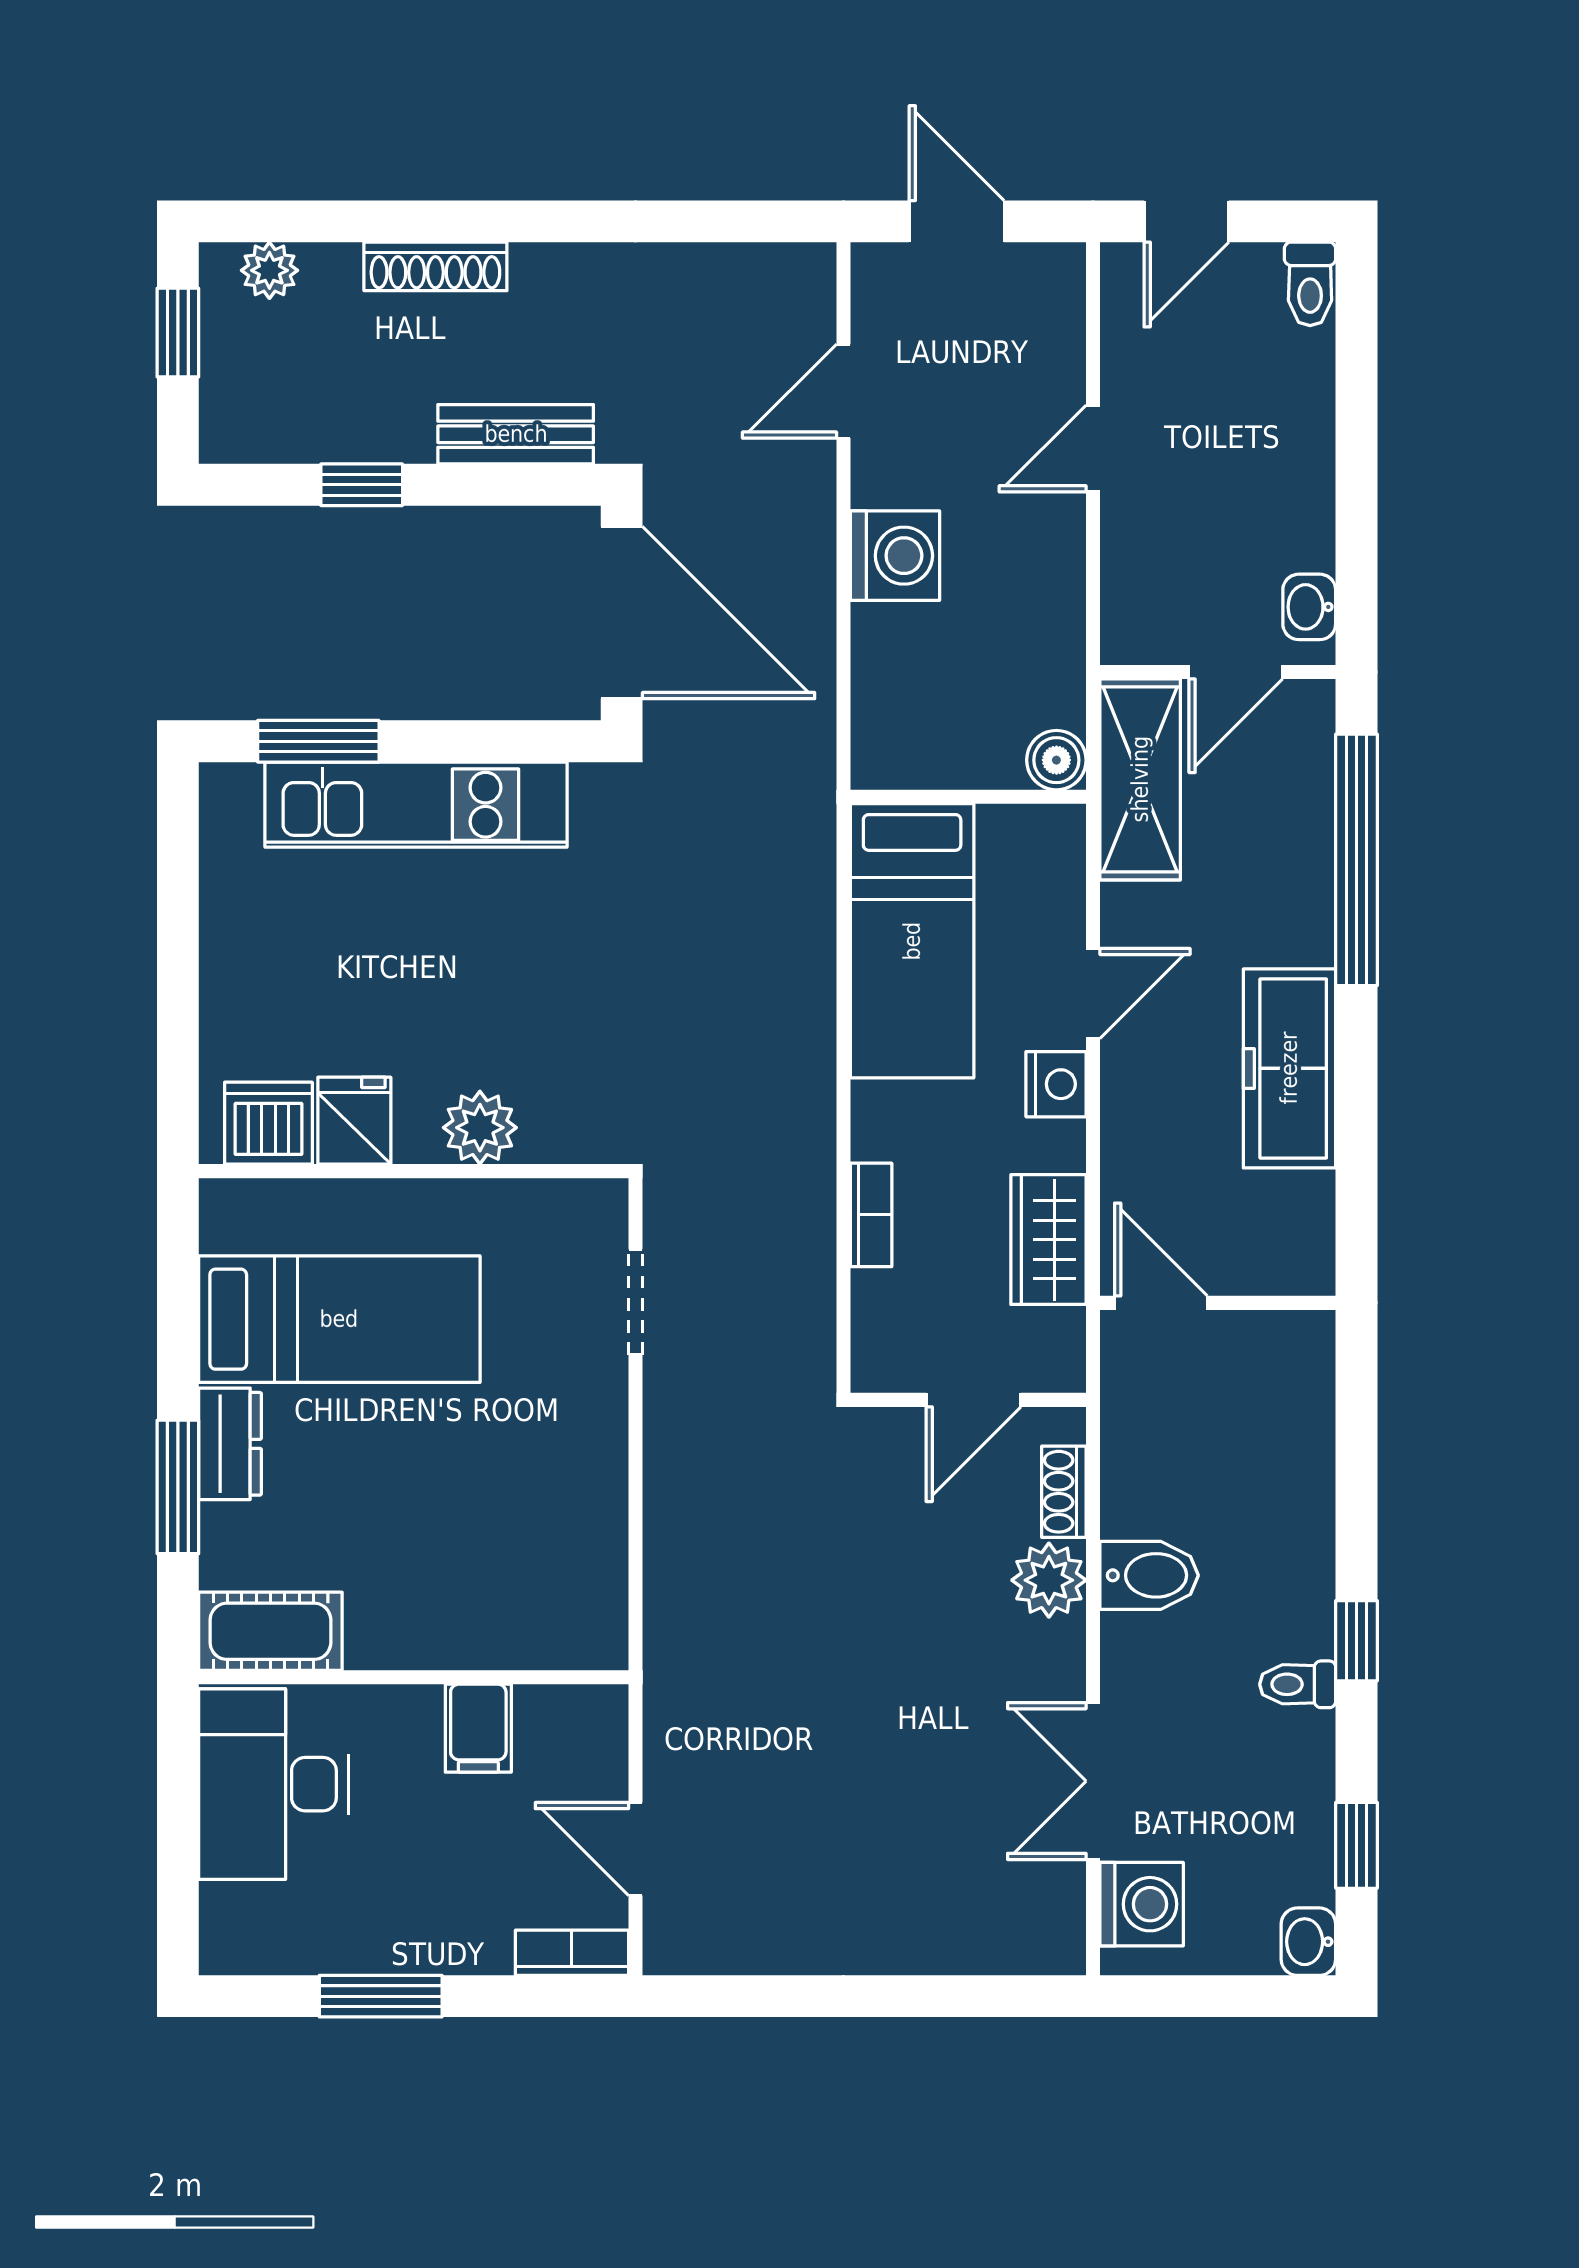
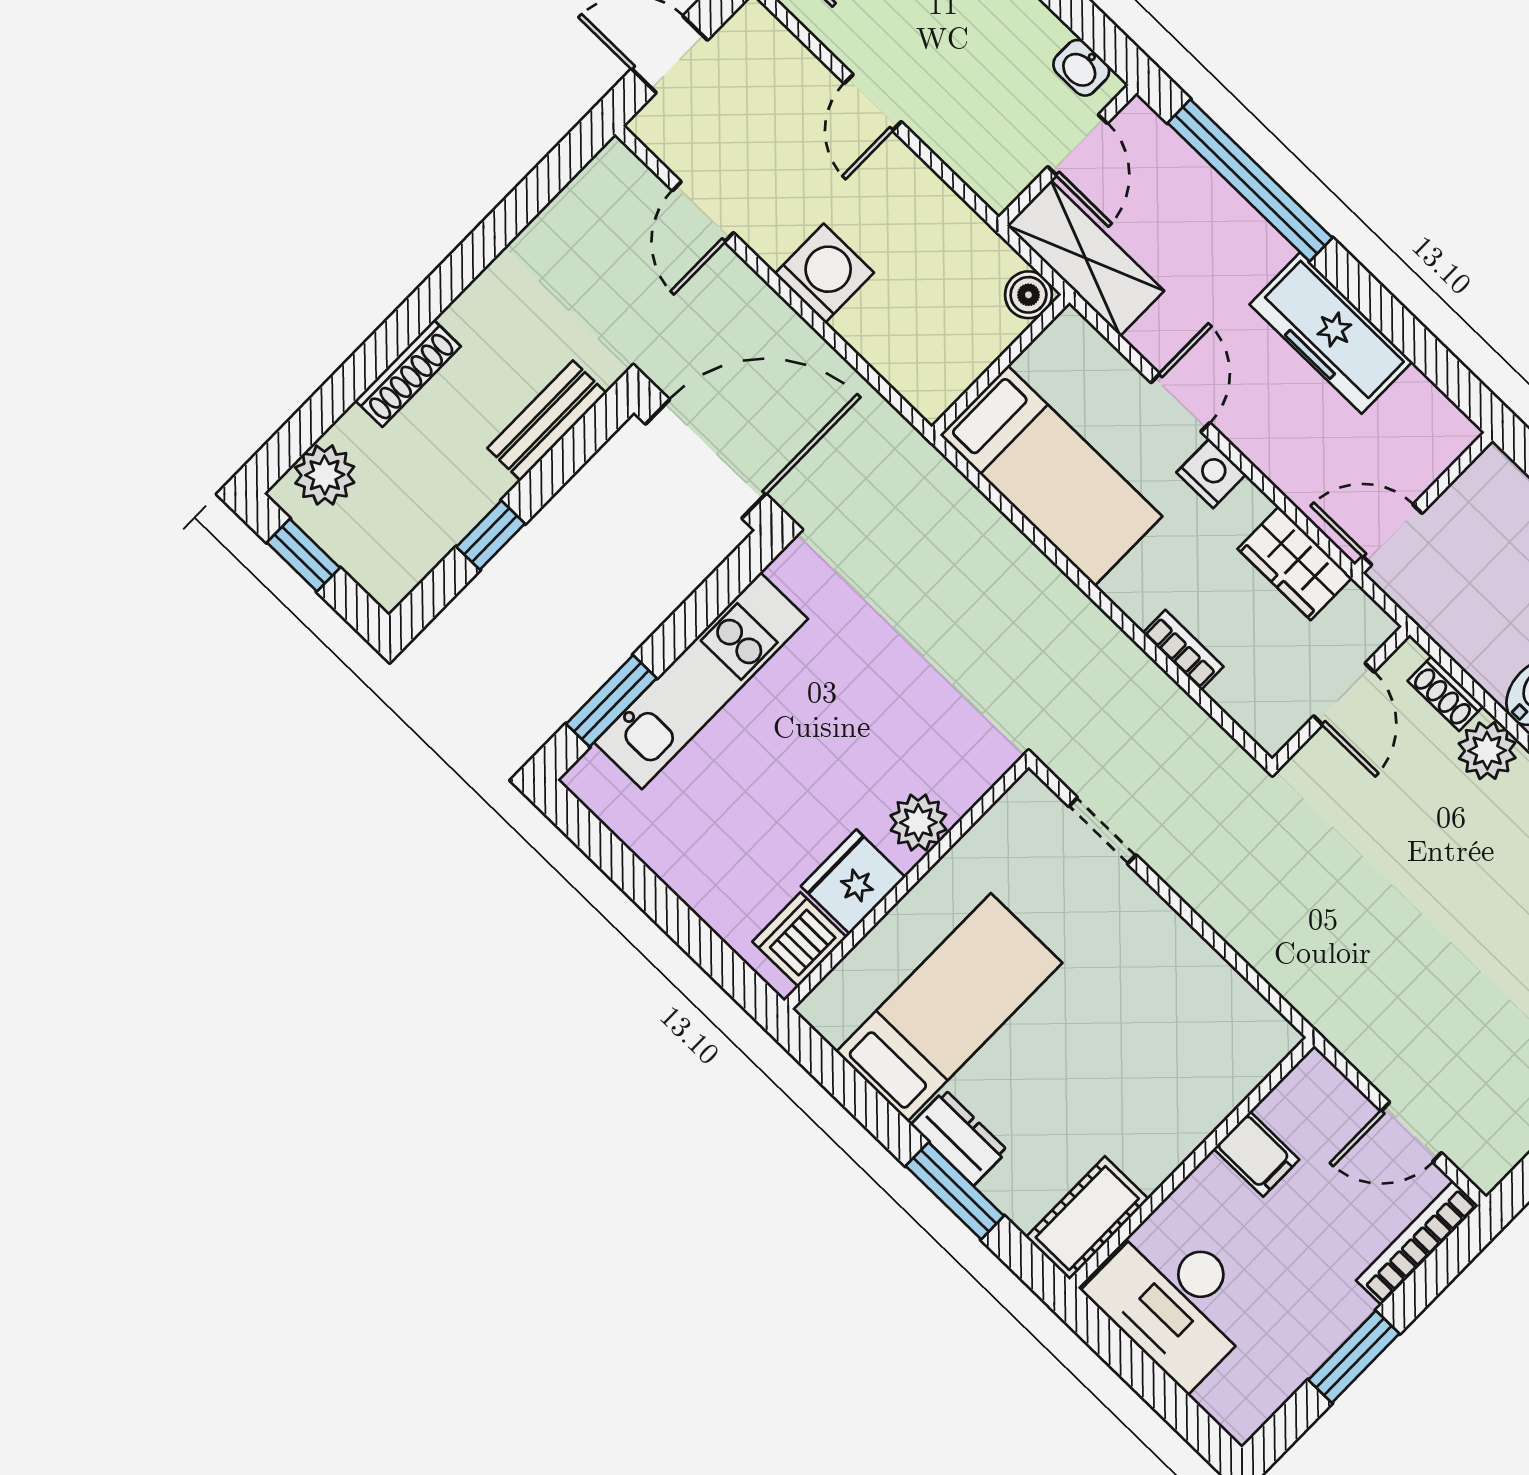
plant: (269, 270) -> (325, 475), width x1.38, depth x1.38
fridge: (354, 1121) -> (853, 882), width x1.38
bookcase: (572, 1953) -> (1417, 1243), width x1.56

